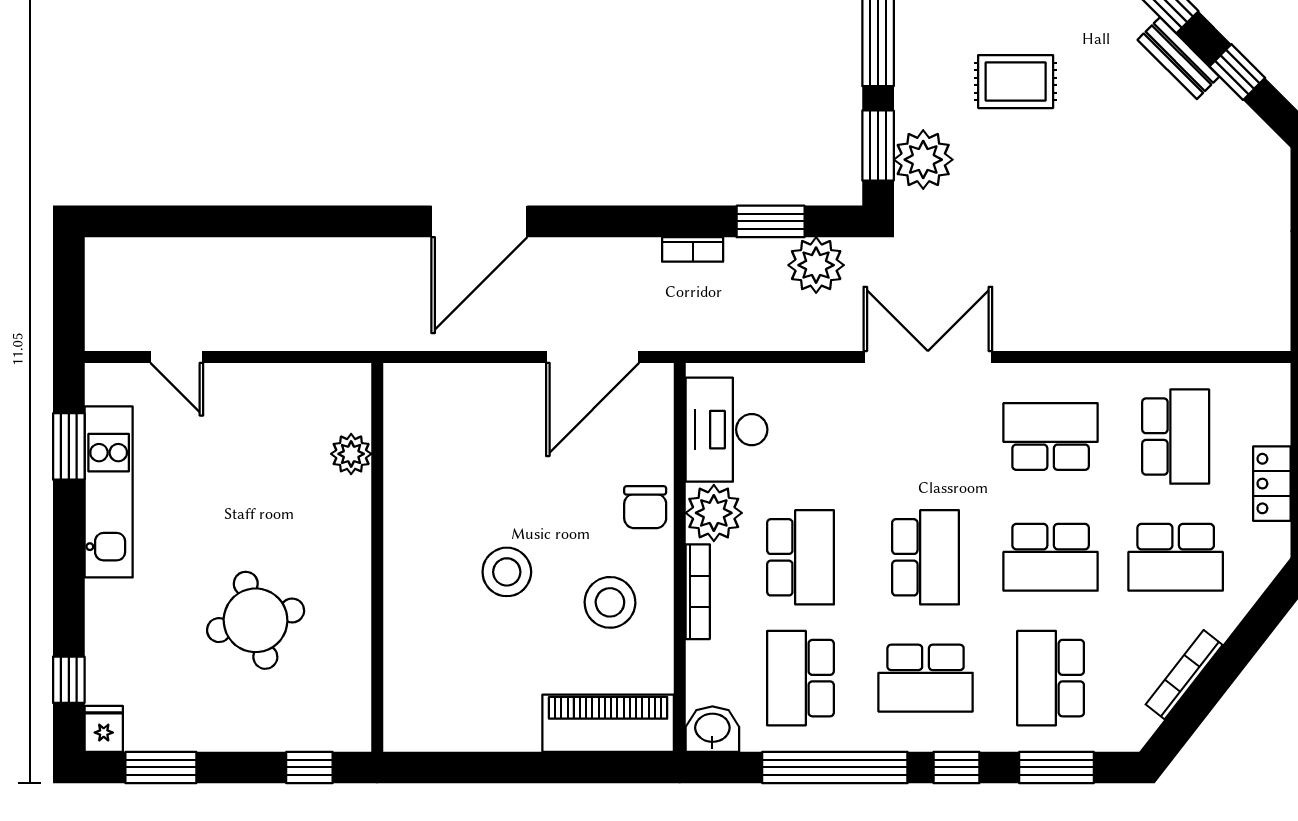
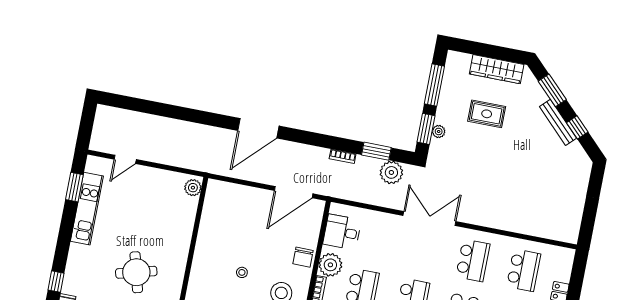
bench: (1178, 58) -> (558, 122), width x1.36
plant: (923, 160) -> (439, 131), width x0.53, depth x0.53
door: (177, 357) -> (125, 159), hinge flipped
desk: (726, 430) -> (342, 232), width x0.73
school desk: (1051, 437) -> (473, 260), turned 90
plant: (351, 454) -> (193, 188), moved
stool: (507, 572) -> (242, 272), width x0.53, depth x0.53

